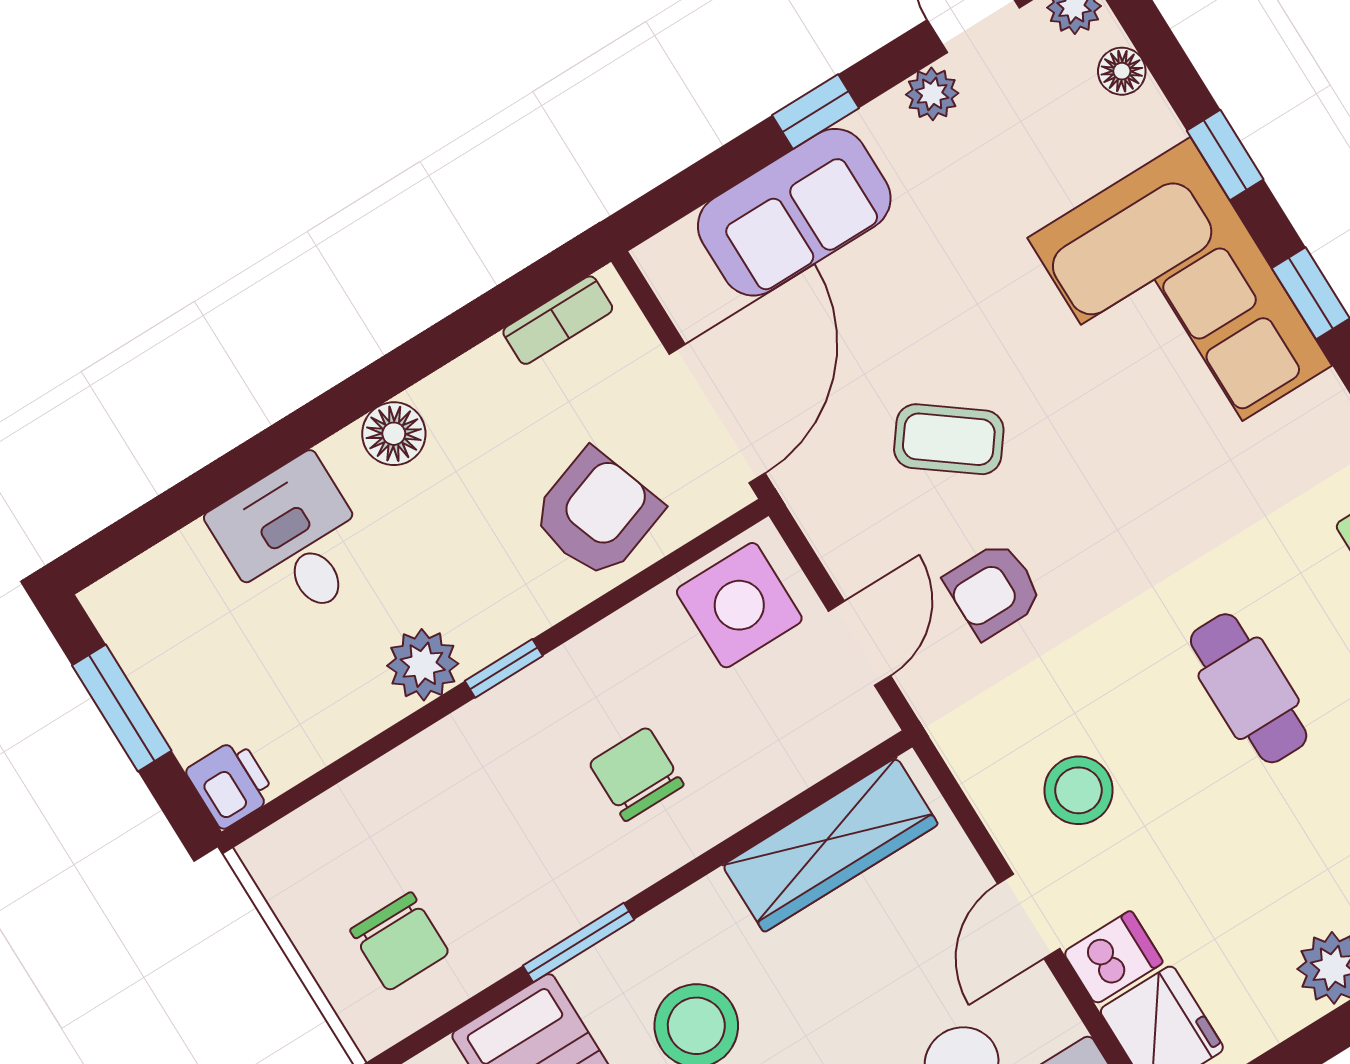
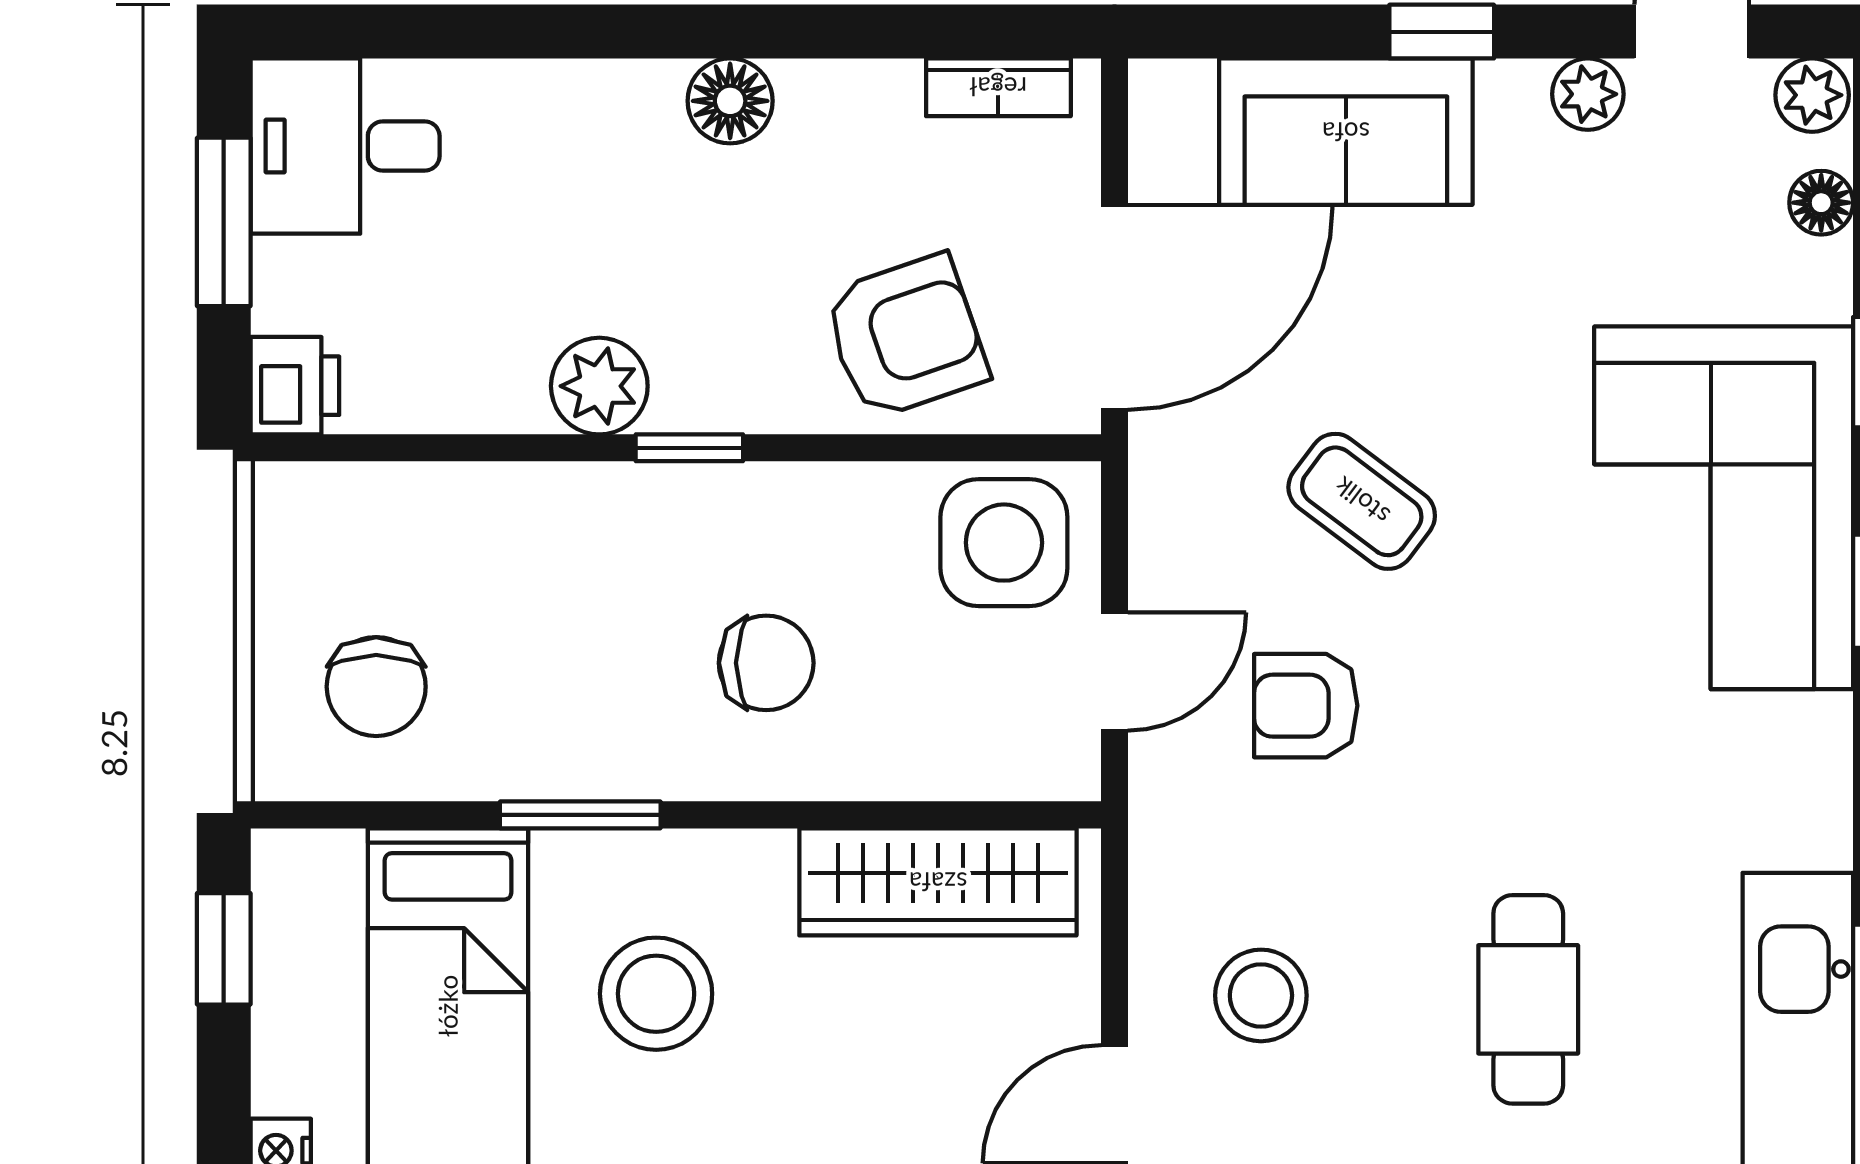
desk: (294, 541) -> (345, 146), moved, turned -90
chair: (636, 774) -> (766, 663), turned 90

